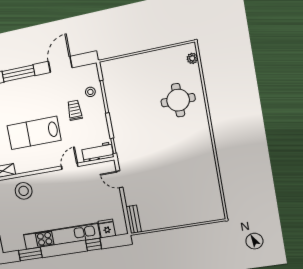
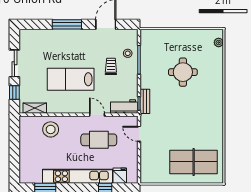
round table: (178, 100) -> (183, 72), moved
door: (70, 166) -> (97, 115), hinge flipped
cafe table: (77, 193) -> (99, 140), added
table tennis table: (187, 200) -> (194, 162), added
bench: (134, 219) -> (145, 101), moved

